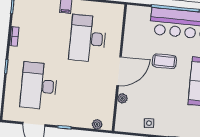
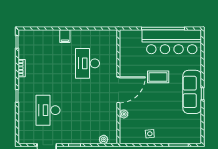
desk: (88, 38) -> (87, 63), width x0.73, depth x0.77
desk: (39, 86) -> (48, 110), width x0.73, depth x0.77

